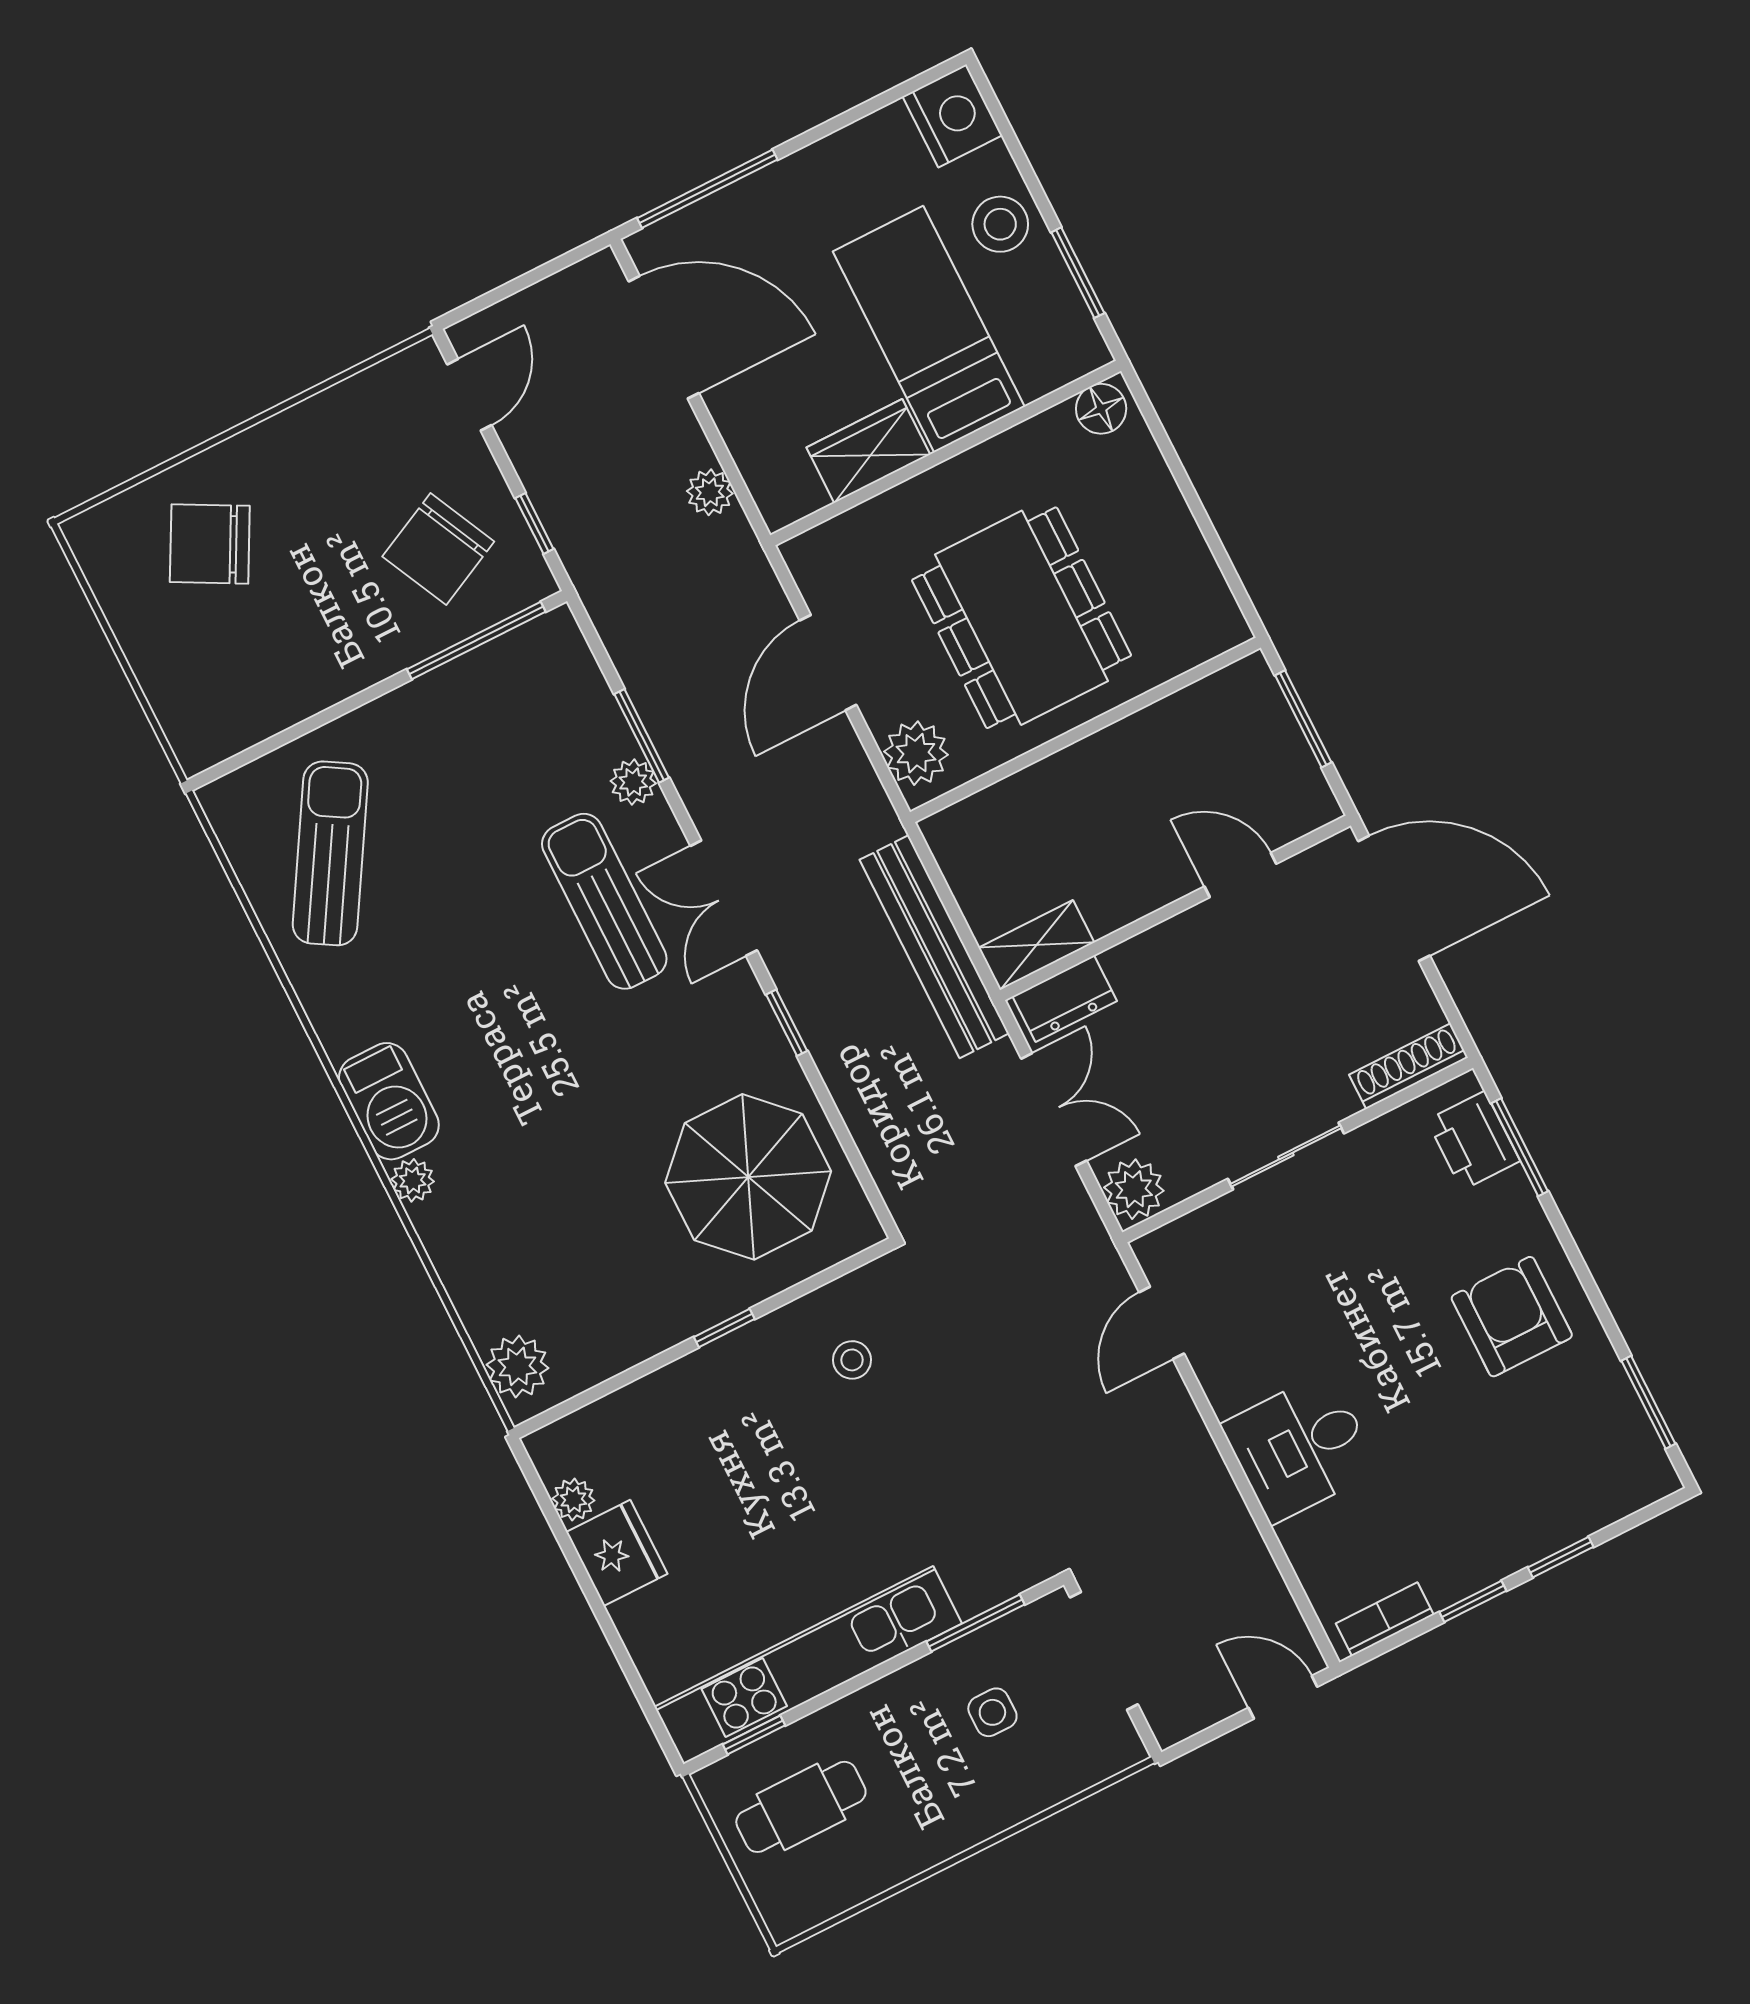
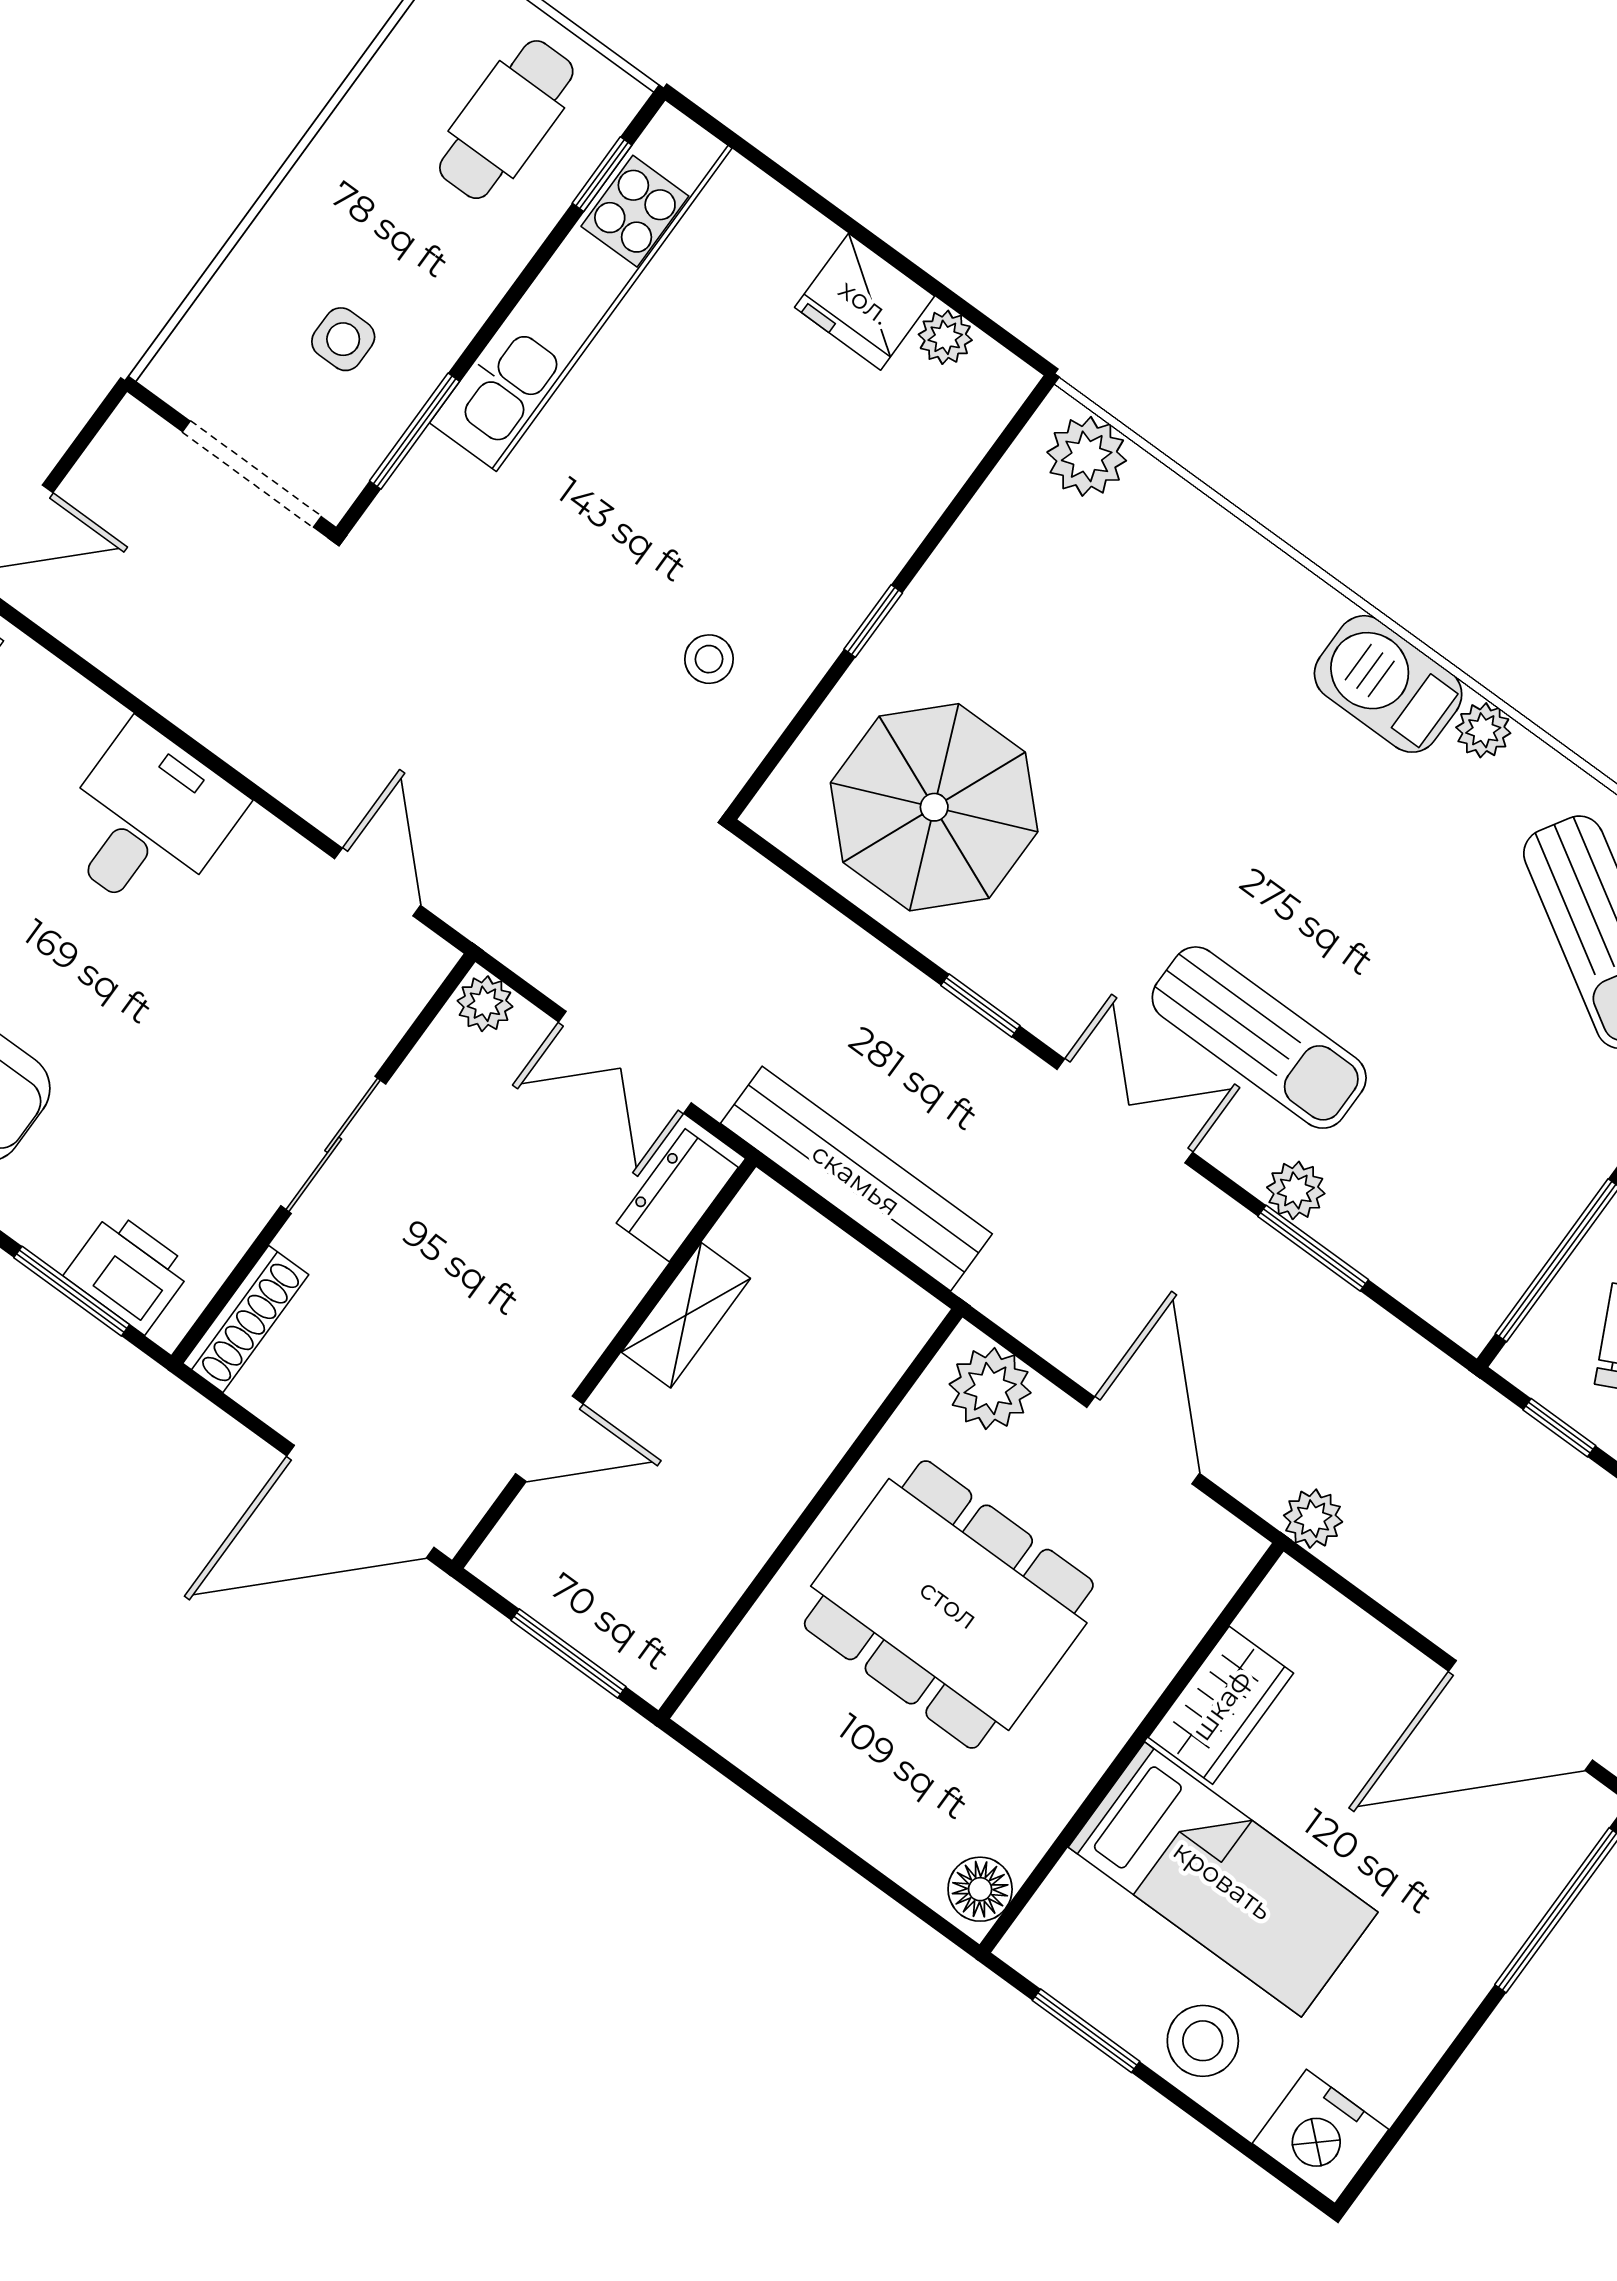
plant: (710, 492) -> (1313, 1519), moved
shelving: (1036, 945) -> (686, 1315), moved
plant: (413, 1180) -> (1483, 730), moved
plant: (1134, 1189) -> (485, 1004), width x0.73, depth x0.73

